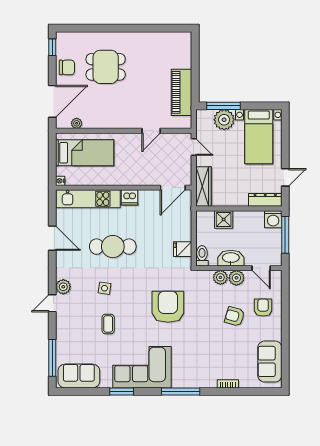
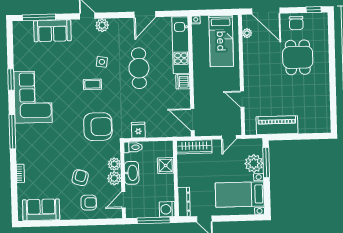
armchair: (168, 307) -> (98, 127), moved
coffee table: (108, 324) -> (92, 84), moved
sofa: (79, 376) -> (52, 31), moved, turned 90

